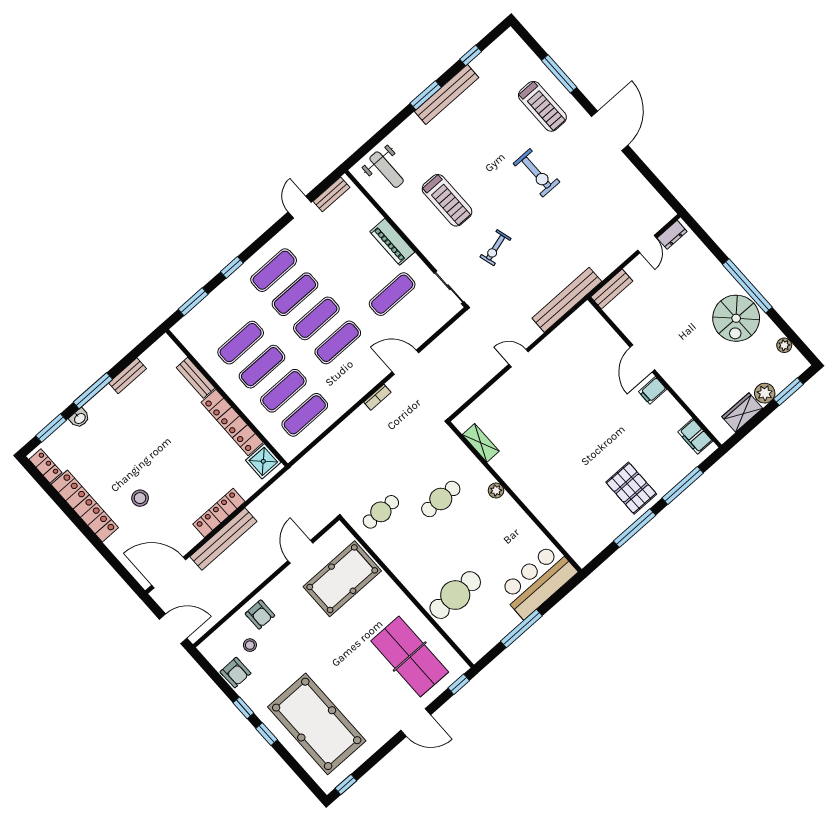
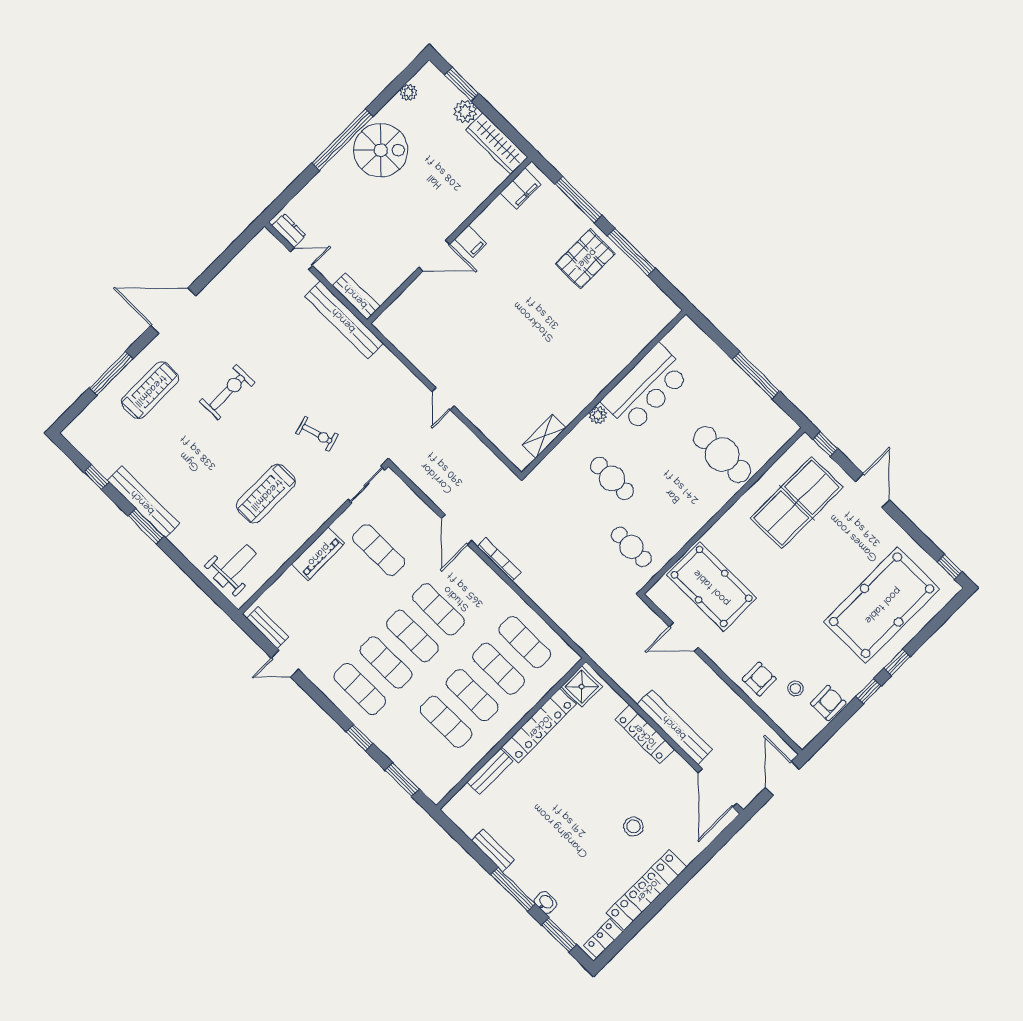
treadmill: (447, 200) -> (266, 494), turned 180
bench: (567, 300) -> (344, 320), moved
bookcase: (377, 397) -> (499, 559), width x1.56
wardrobe: (742, 412) -> (497, 143), width x1.50
bar counter: (538, 581) -> (646, 388), moved, turned -90

